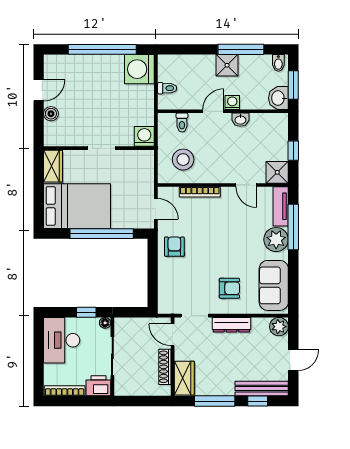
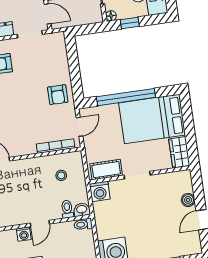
toilet: (167, 88) -> (83, 224), moved
washbasin: (240, 120) -> (82, 210), moved
cot: (134, 159) -> (106, 170), added
stool: (183, 160) -> (61, 175), width x0.53, depth x0.53
bookcase: (200, 192) -> (56, 146), moved
door: (156, 209) -> (80, 127), swing flipped

